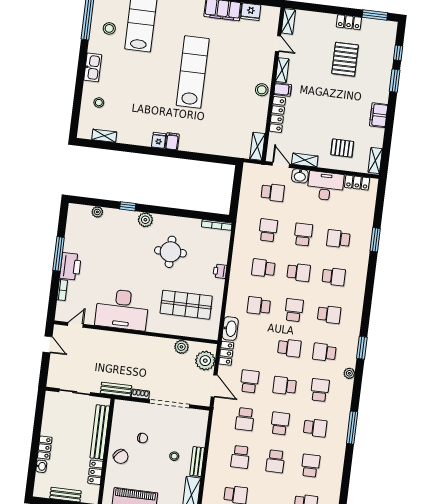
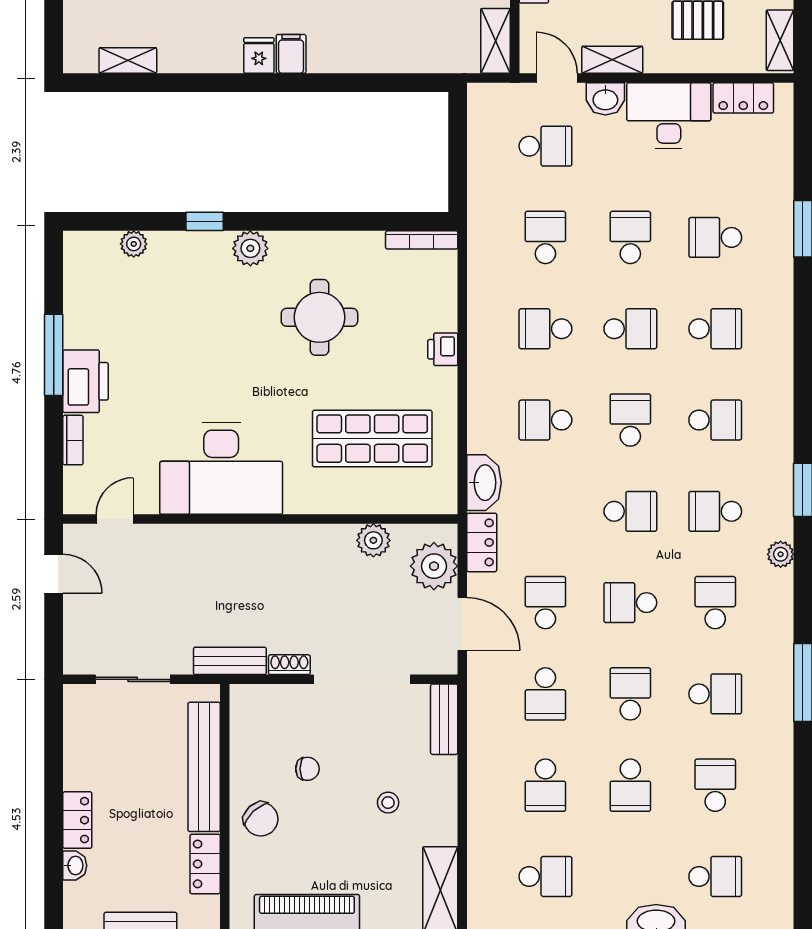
bench: (197, 462) -> (444, 719), moved

